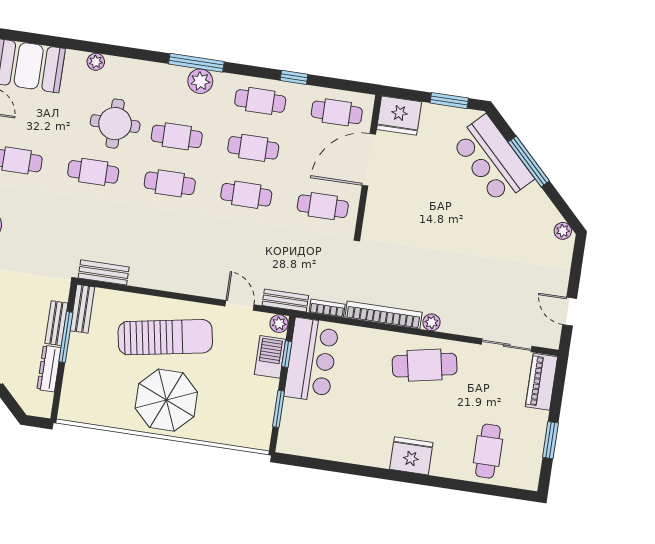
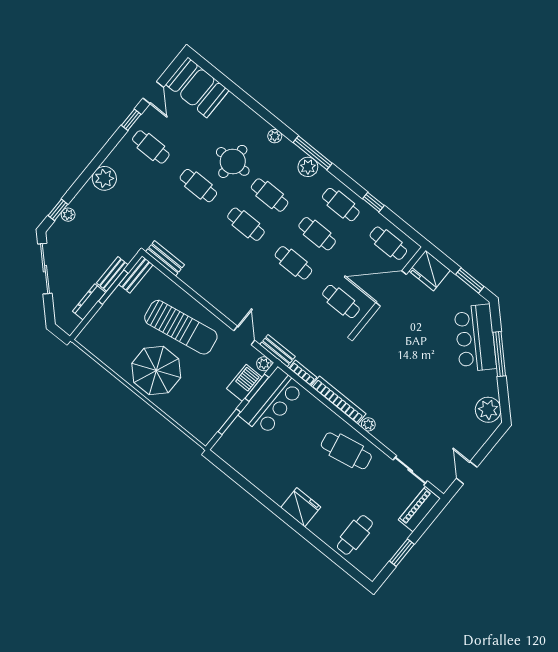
plant: (96, 62) -> (275, 136), moved
plant: (563, 231) -> (488, 410), width x1.87, depth x1.87
window: (287, 354) -> (257, 388), width x1.50

